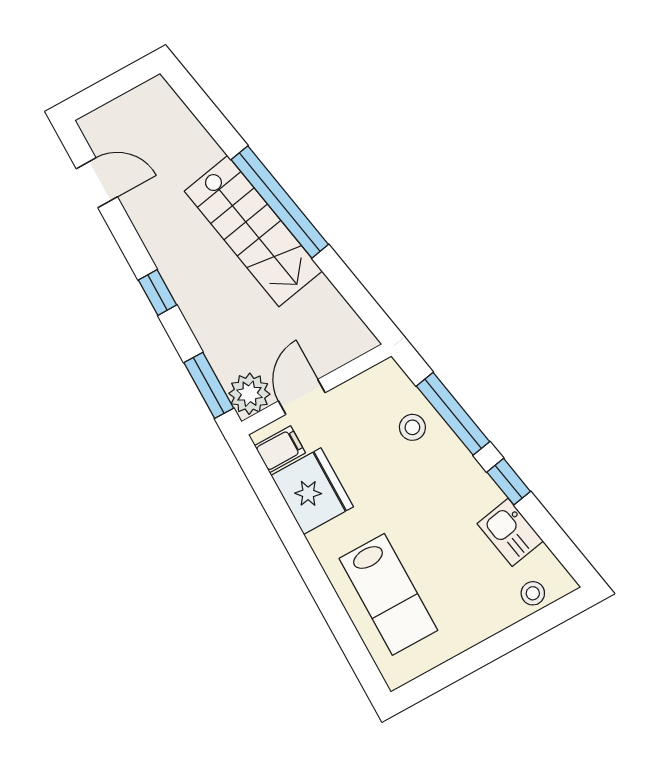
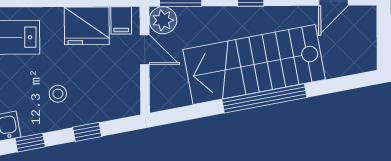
stairs: (253, 231) -> (254, 65), width x1.36, depth x1.51
window: (453, 414) -> (87, 132), width x0.46
stool: (412, 427) -> (58, 94), moved

